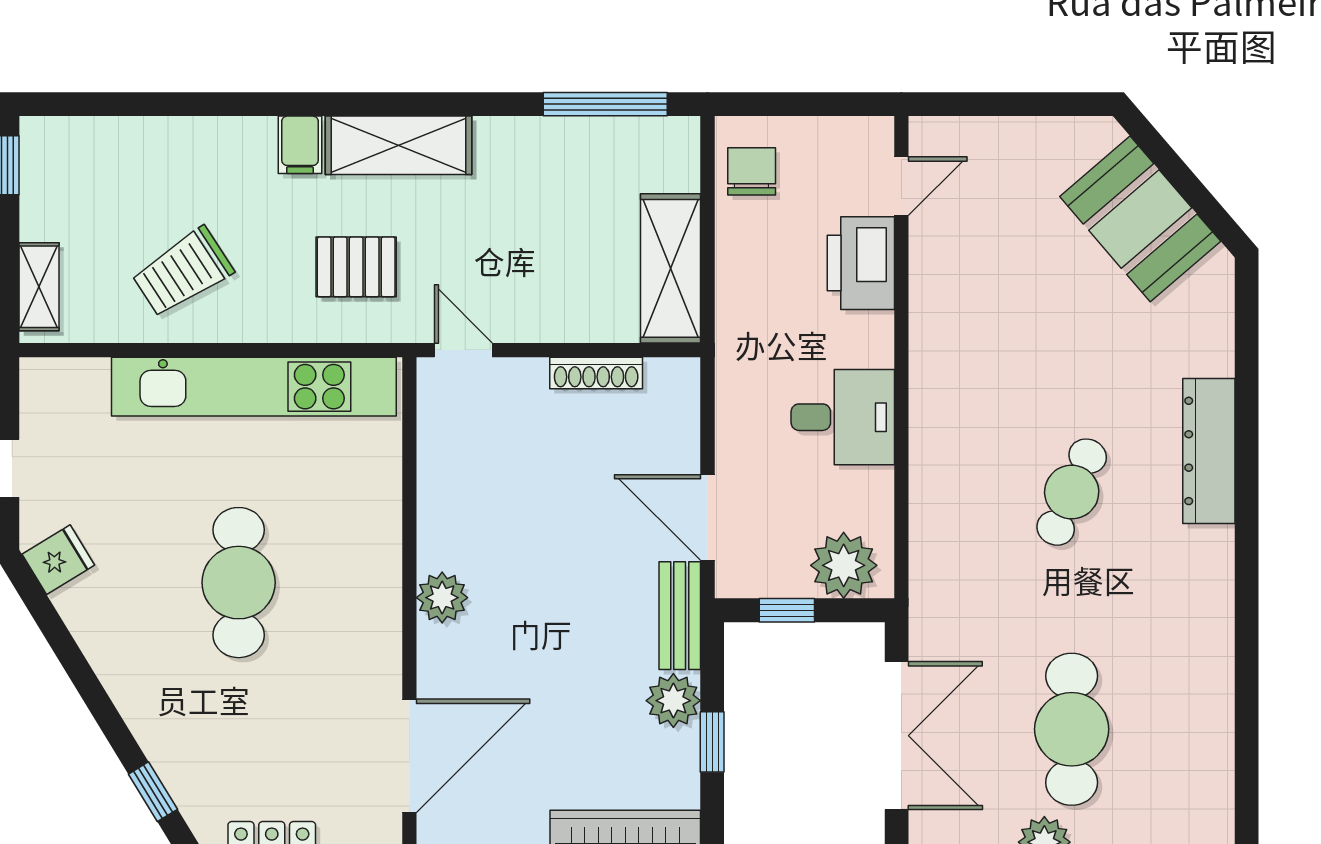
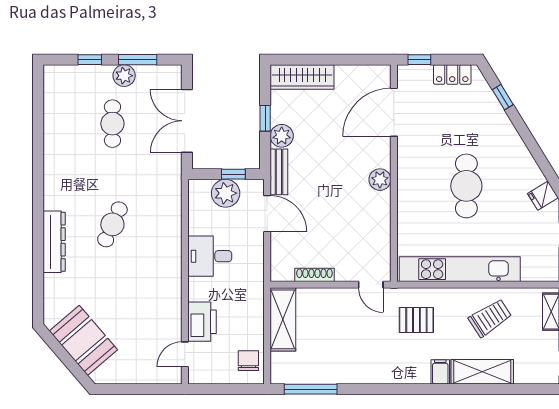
shelving: (399, 145) -> (482, 372), moved
chair: (752, 171) -> (248, 361), turned 180
plant: (844, 565) -> (226, 193), moved
cafe table: (1072, 729) -> (112, 124), width x0.73, depth x0.74

